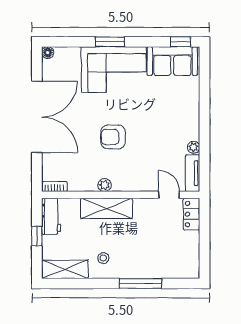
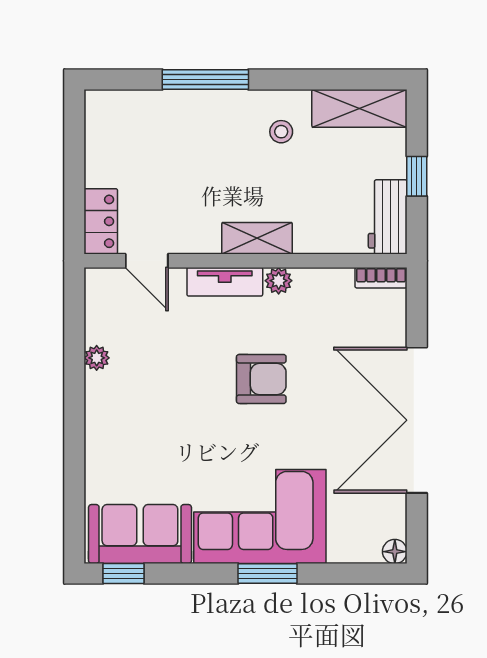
tv unit: (193, 173) -> (225, 282), moved, turned 90
shelving: (106, 208) -> (257, 238), width x0.67, depth x0.75

